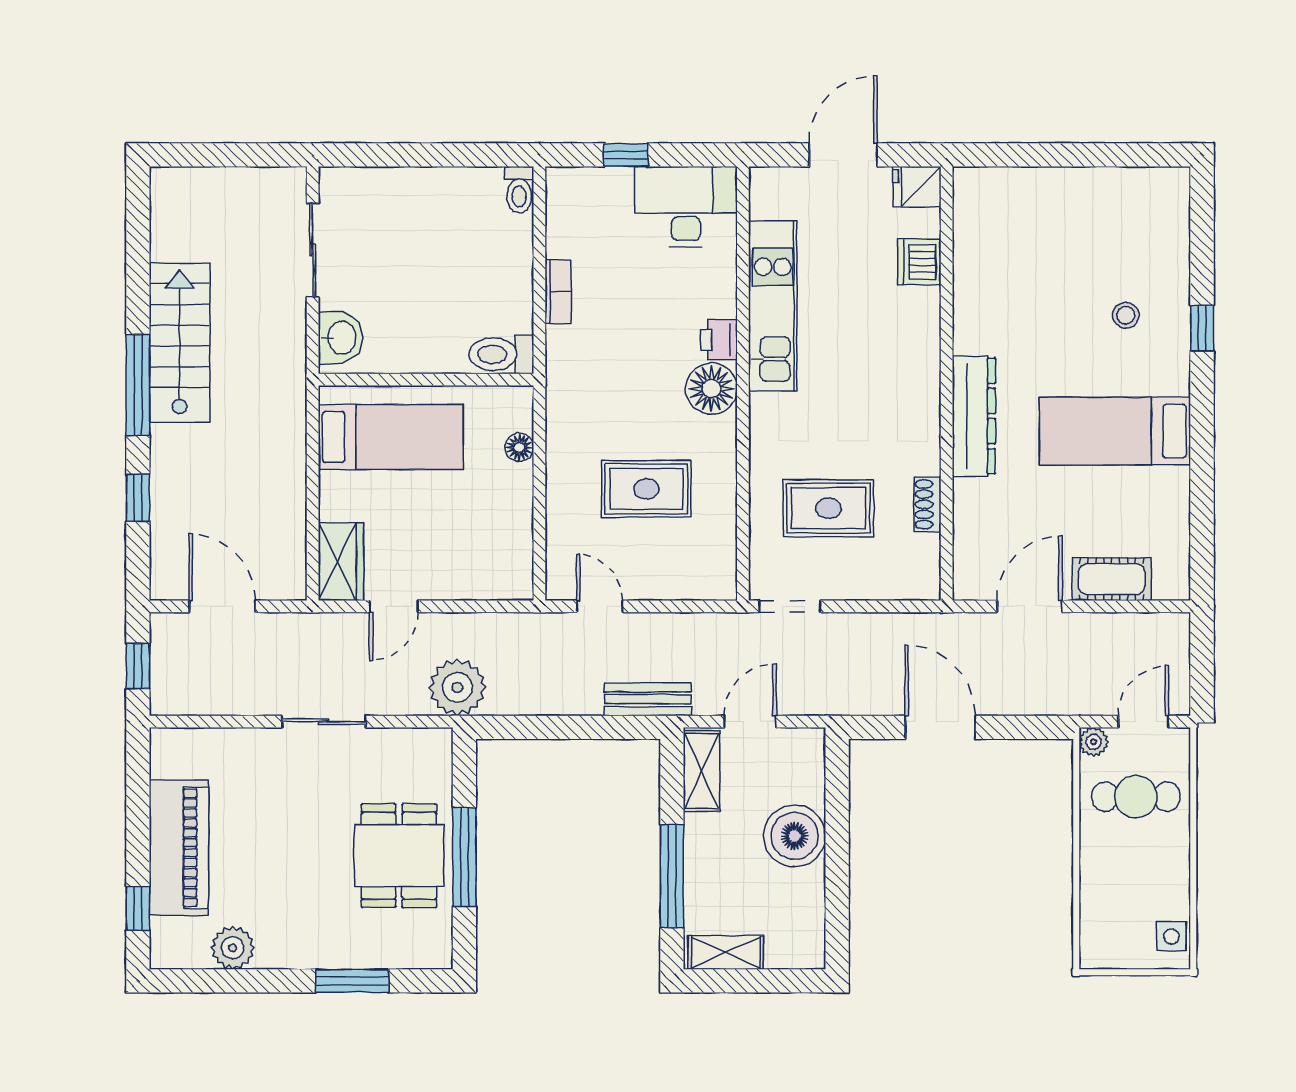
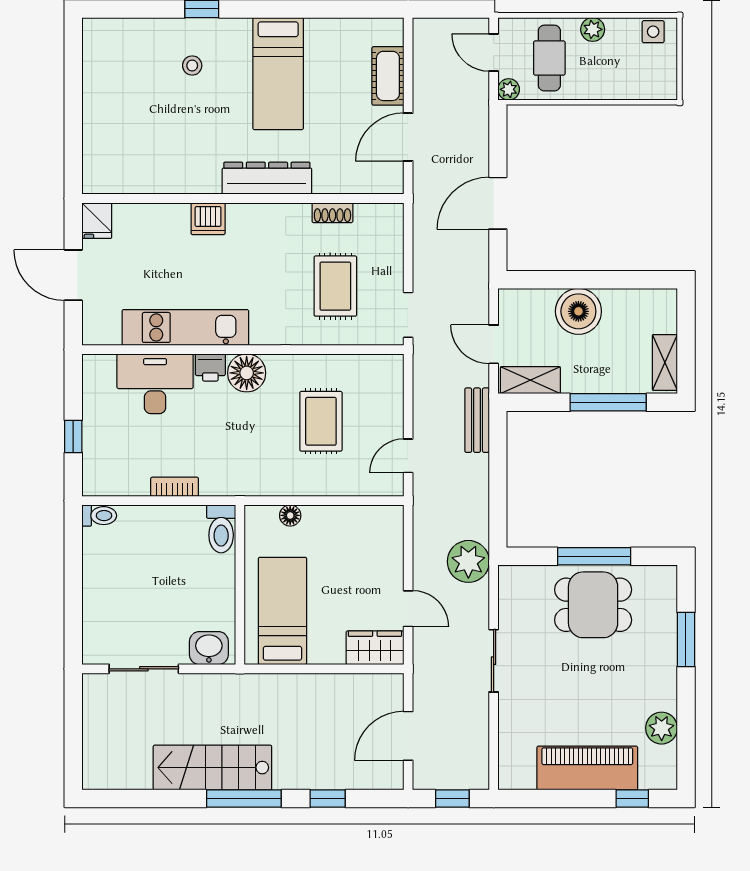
desk: (686, 207) -> (155, 384), moved, turned 90
dishwasher: (919, 262) -> (208, 219), moved
door: (1029, 606) -> (408, 137), hinge flipped
plant: (1174, 855) -> (593, 29), added

